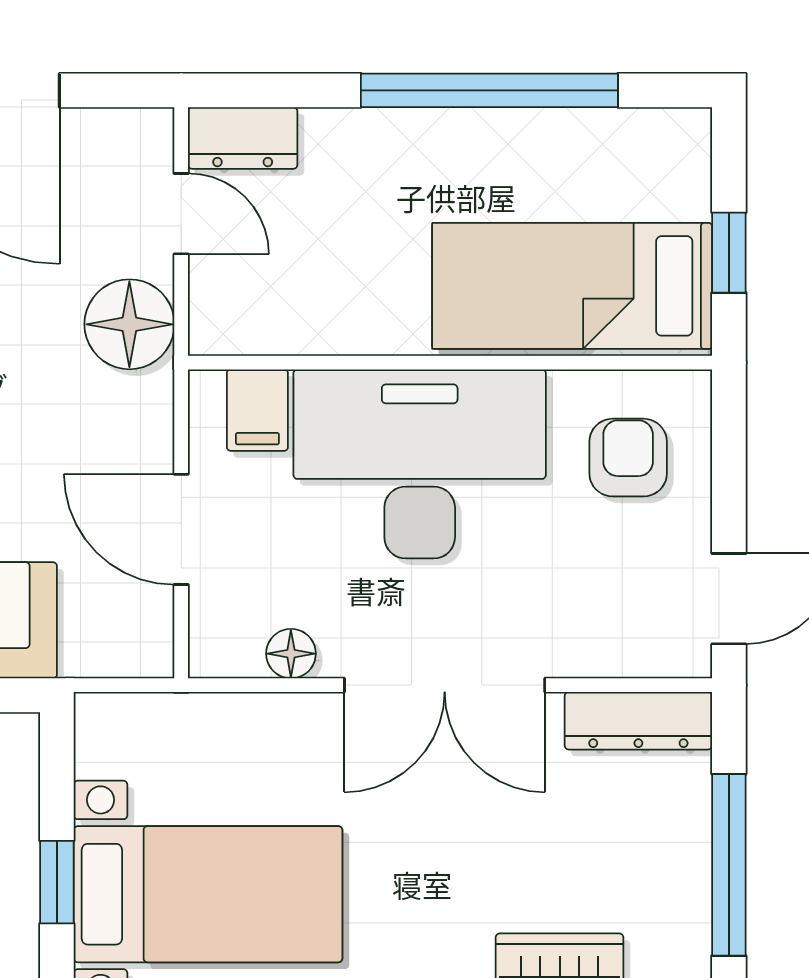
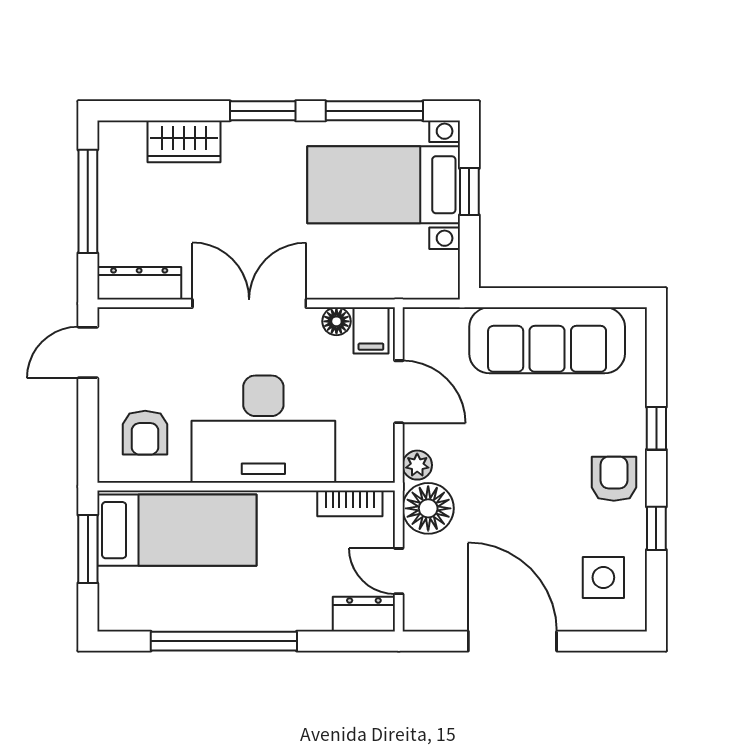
window: (729, 253) -> (88, 549), width x1.50
bookcase: (267, 333) -> (350, 503), added
plant: (149, 400) -> (417, 465), added
filing cabinet: (257, 410) -> (371, 330), moved, turned 180

